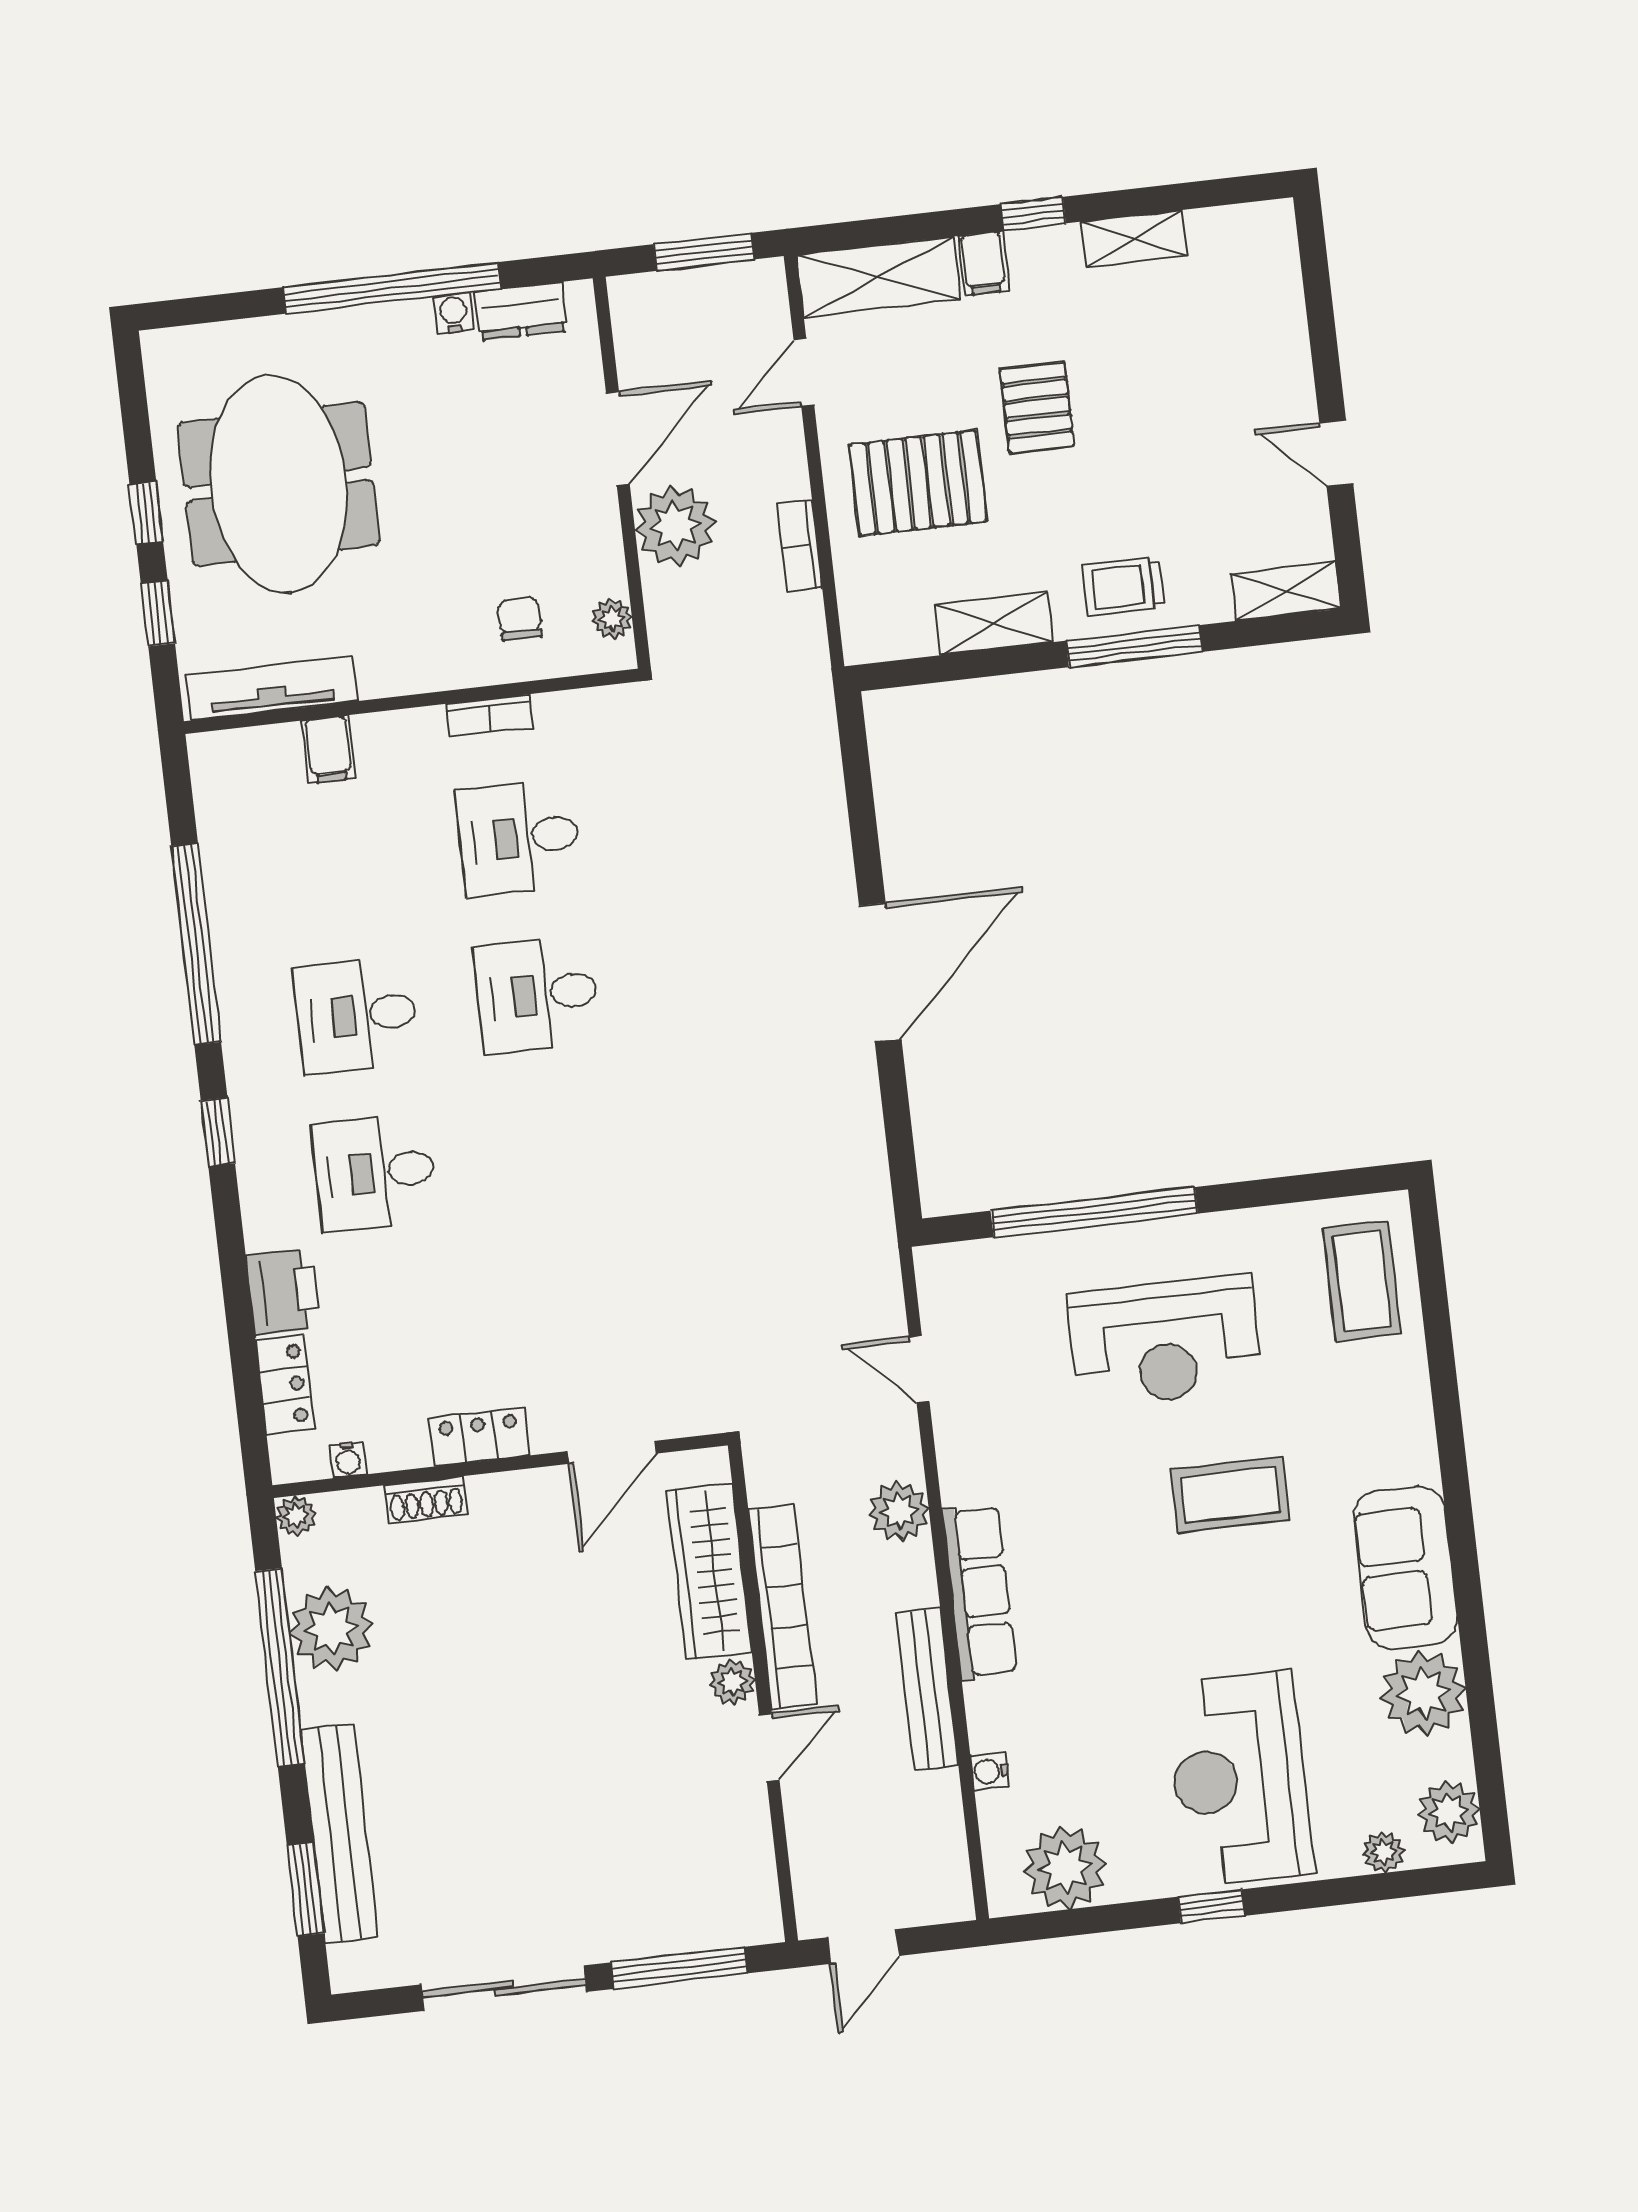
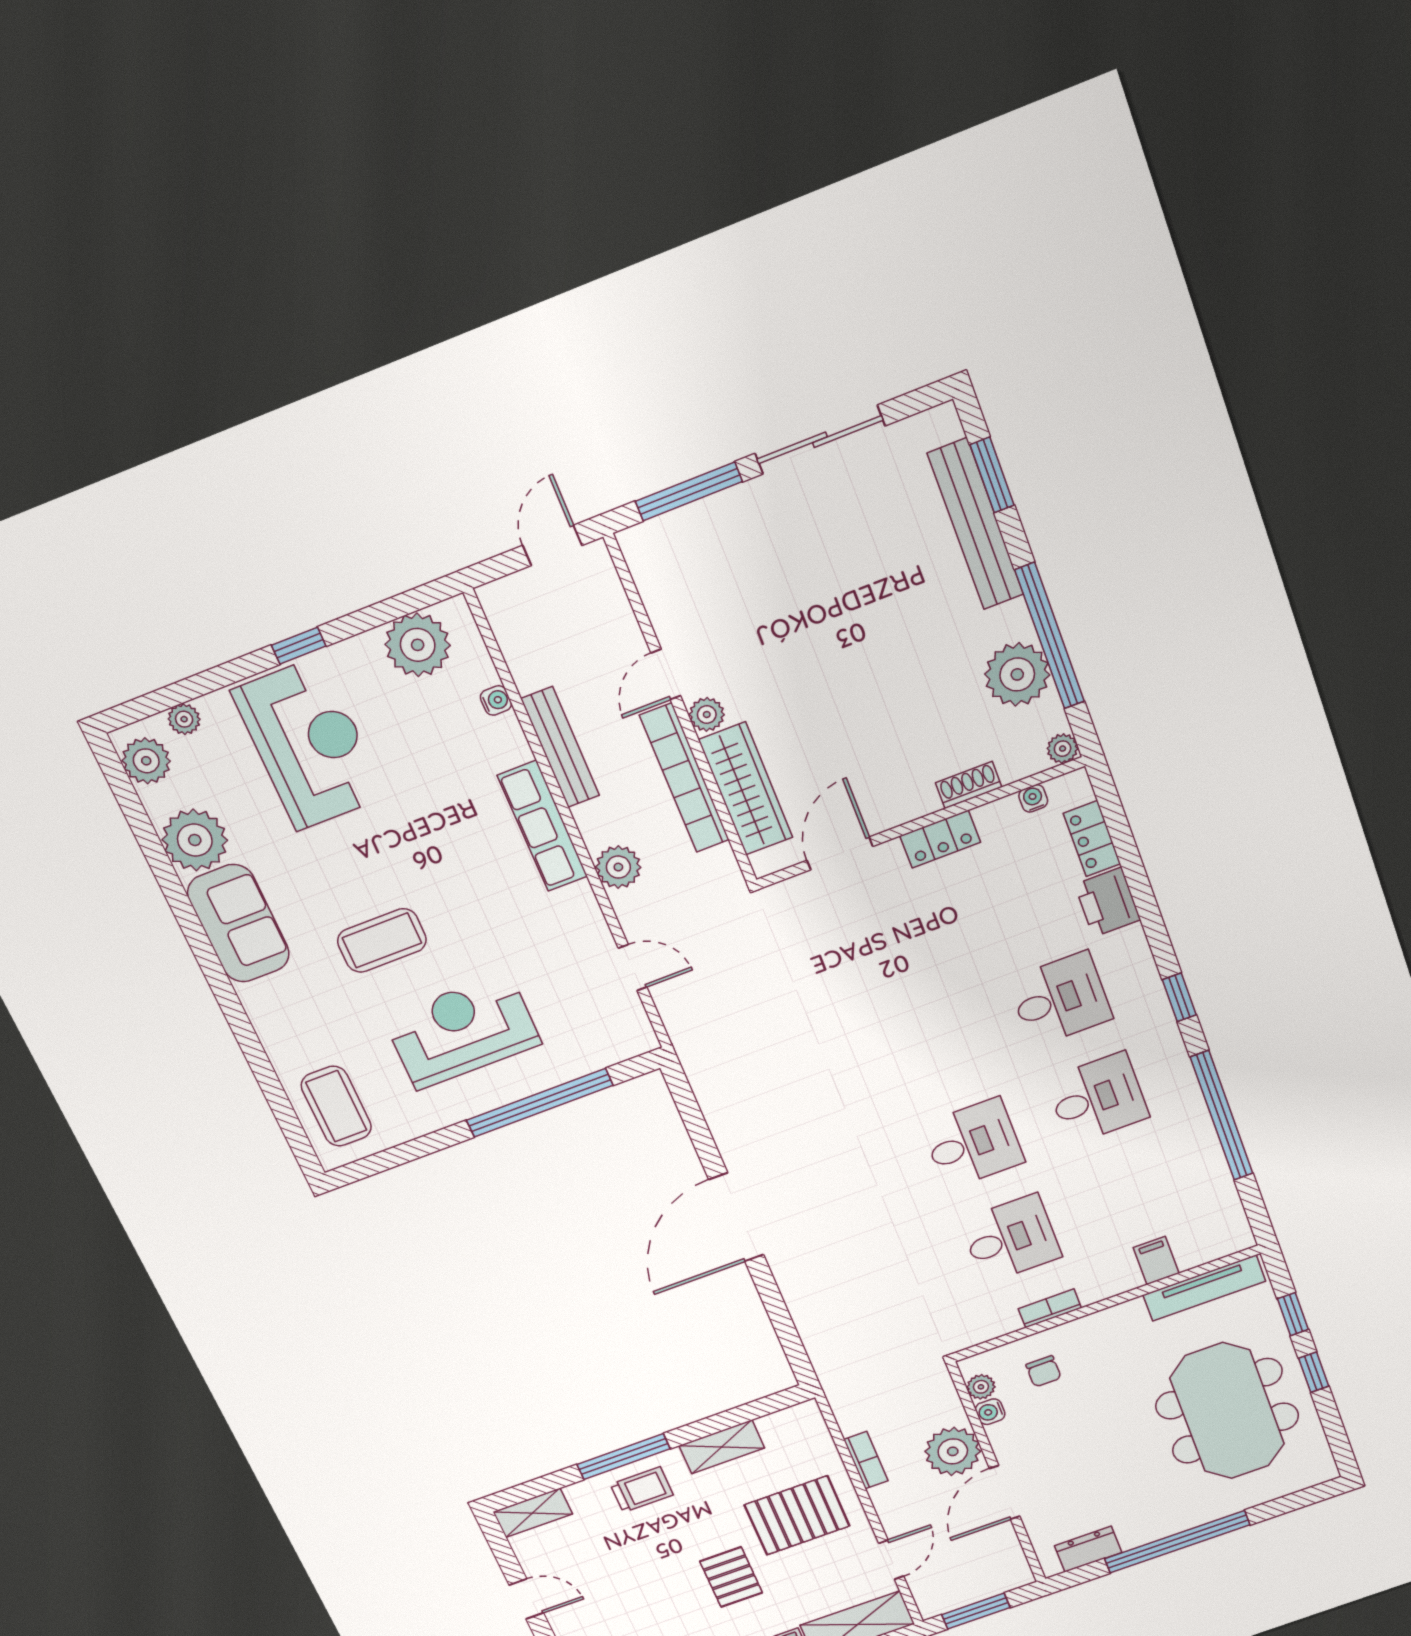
water cooler: (454, 313) -> (990, 1412), moved, turned 90

